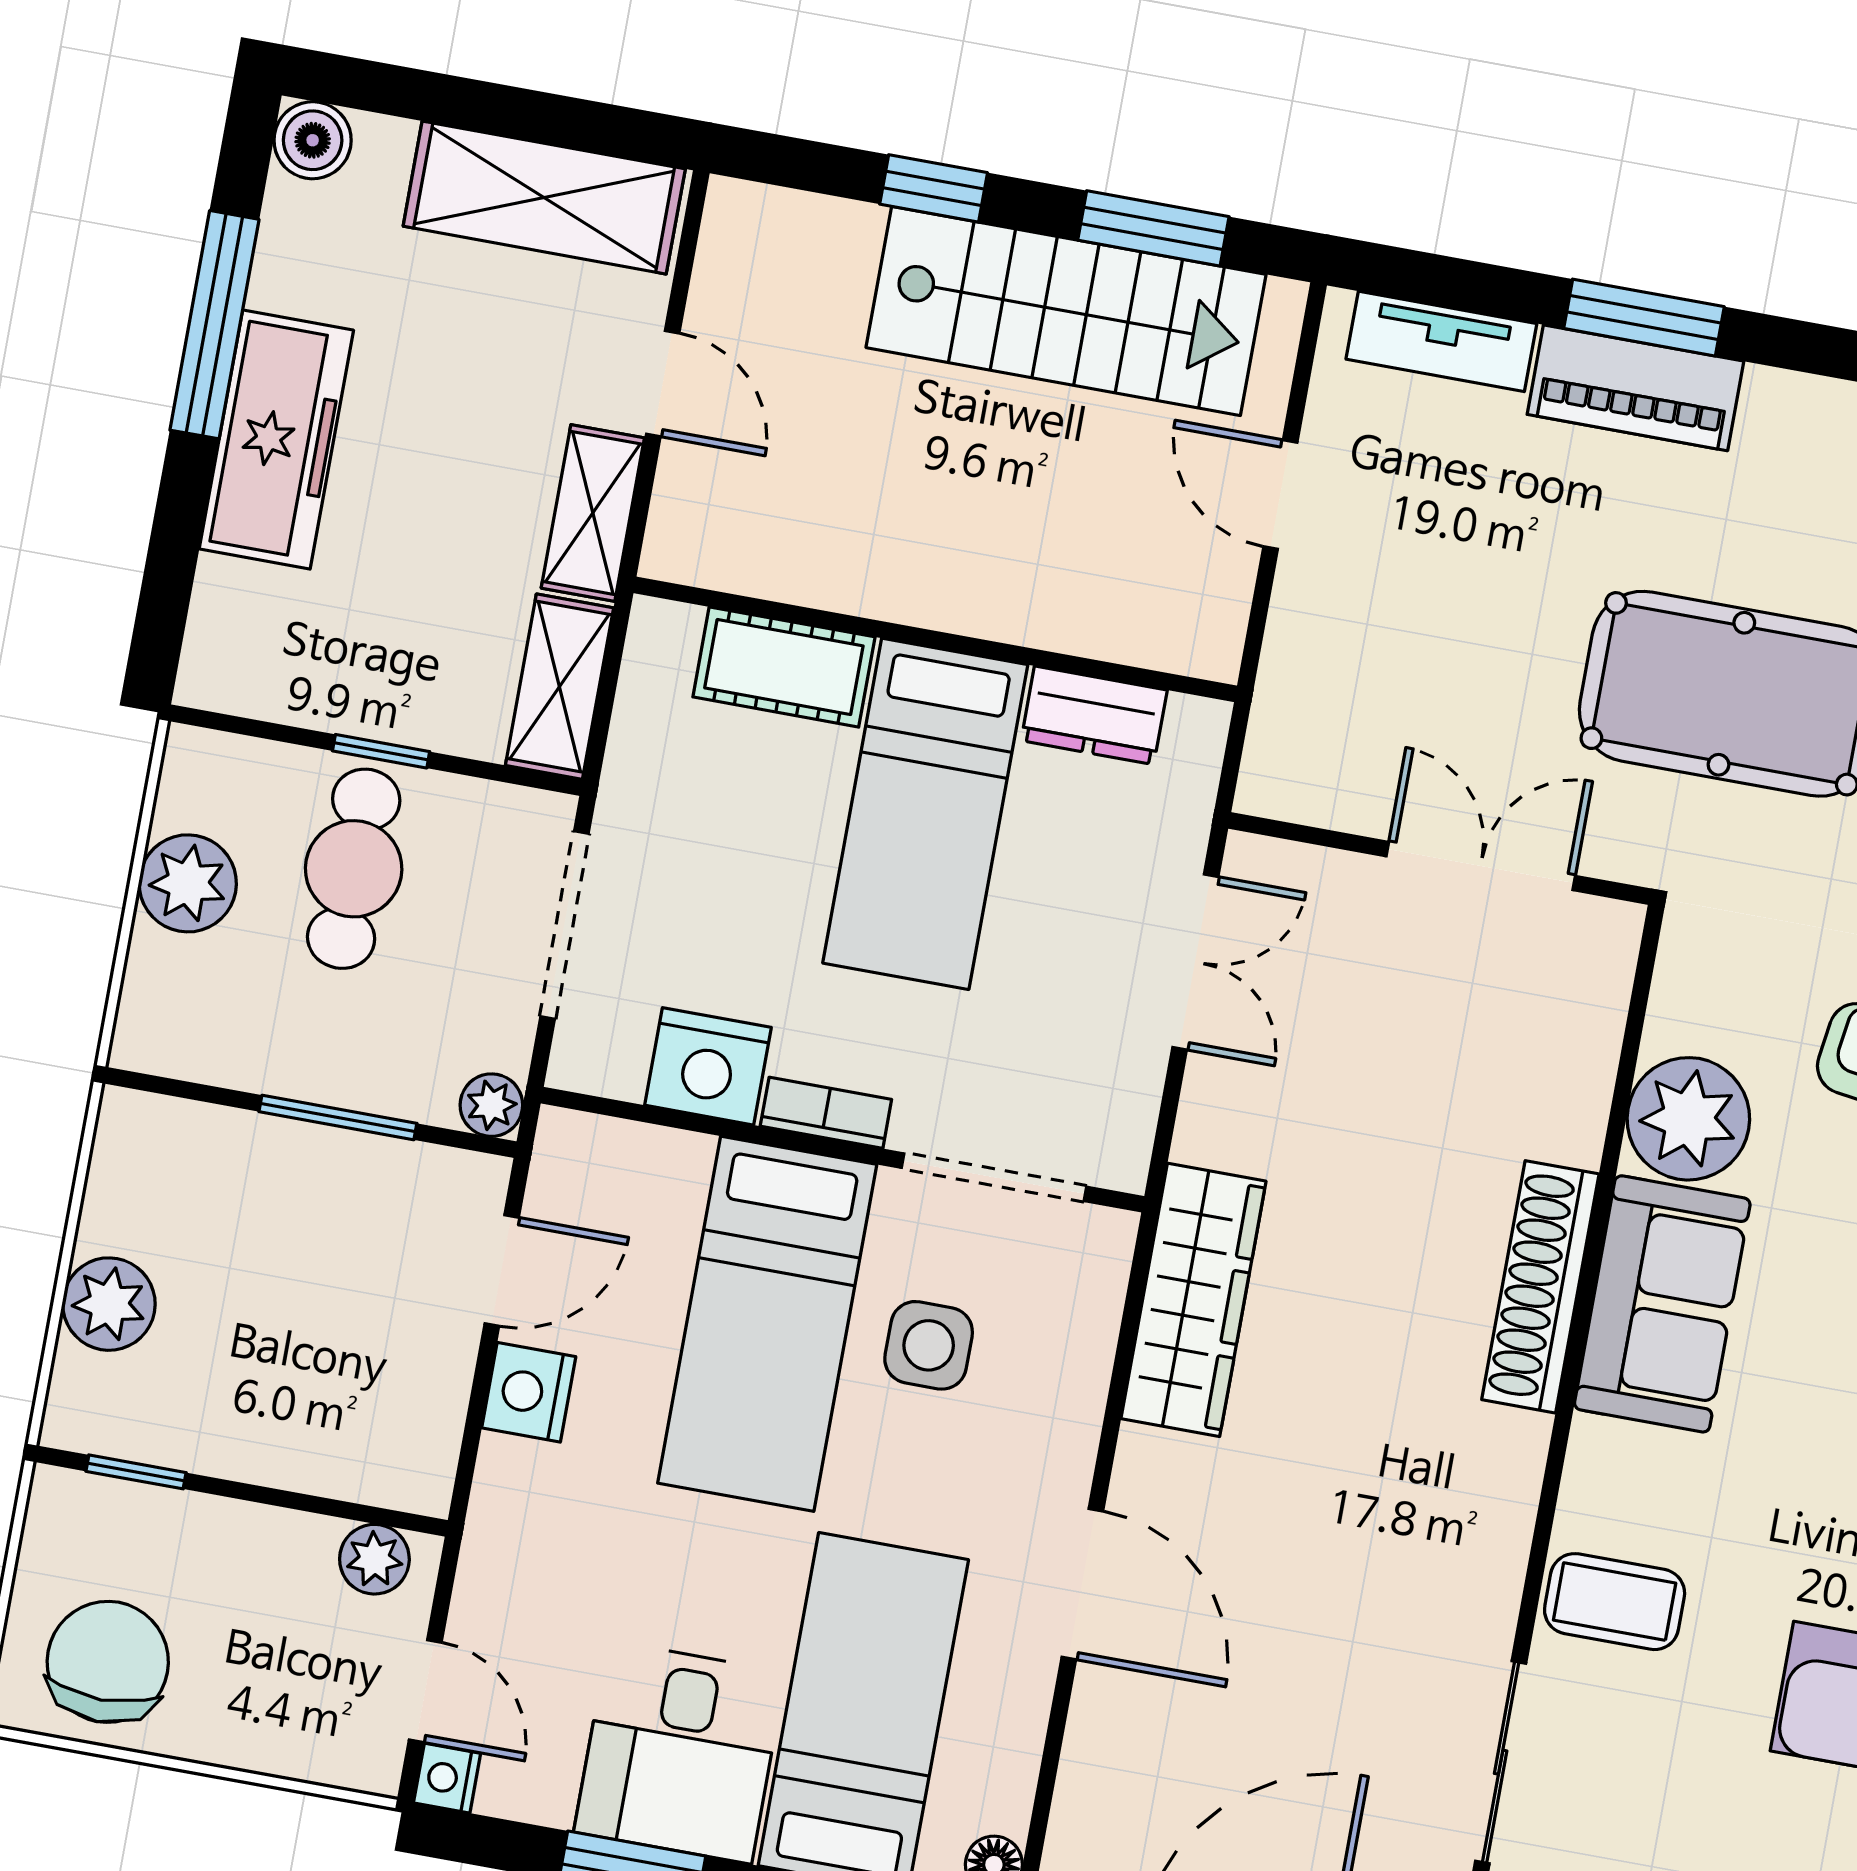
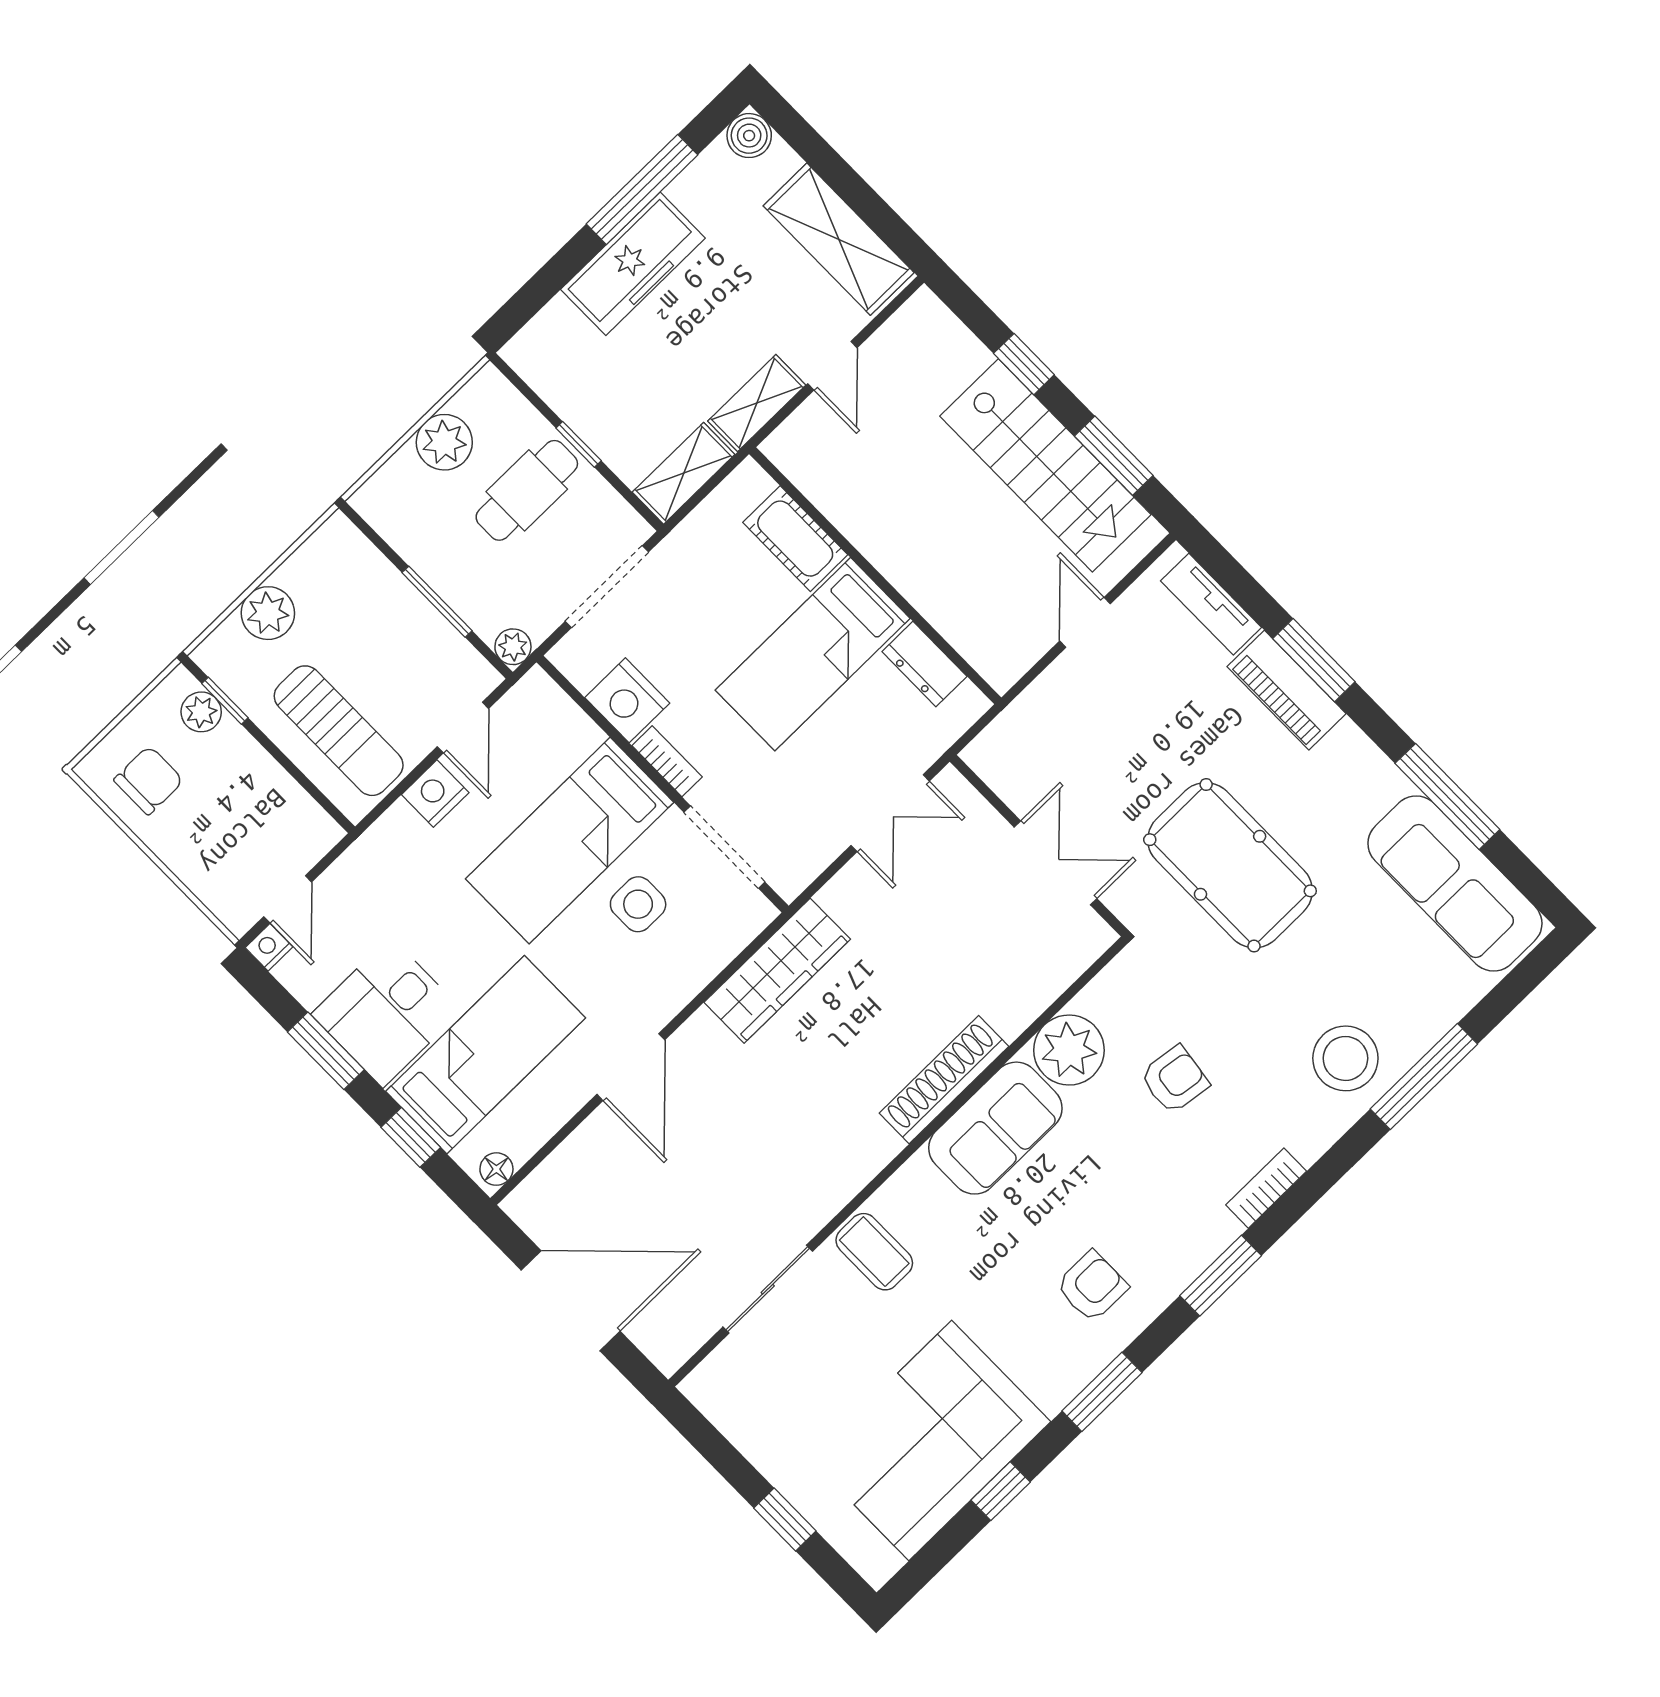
door: (502, 1270) -> (463, 728), hinge flipped
sun lounger: (328, 1400) -> (339, 731), added
plant: (374, 1559) -> (201, 712), moved
chair: (108, 1662) -> (149, 780), width x0.73, depth x0.73

